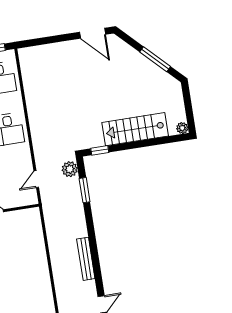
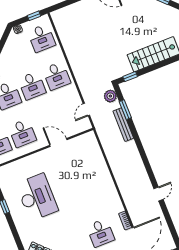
bench: (86, 259) -> (123, 125), moved

